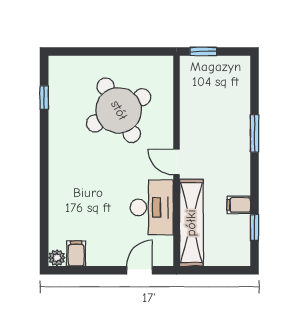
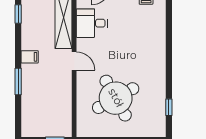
filing cabinet: (239, 205) -> (30, 57), moved
desk: (152, 207) -> (92, 23), width x0.73

